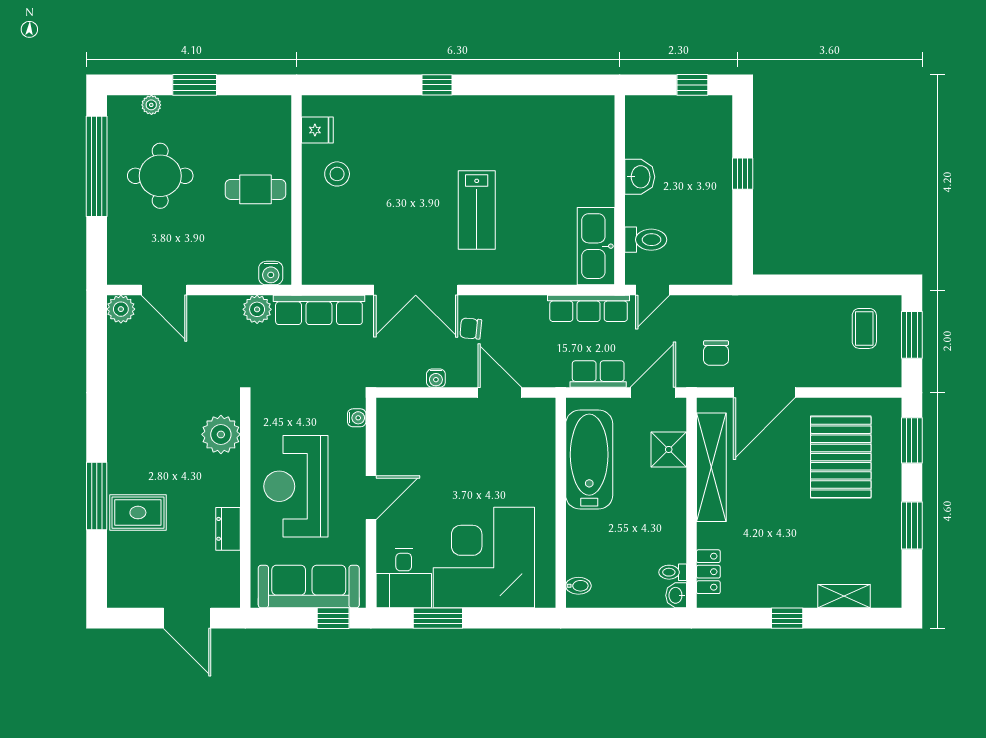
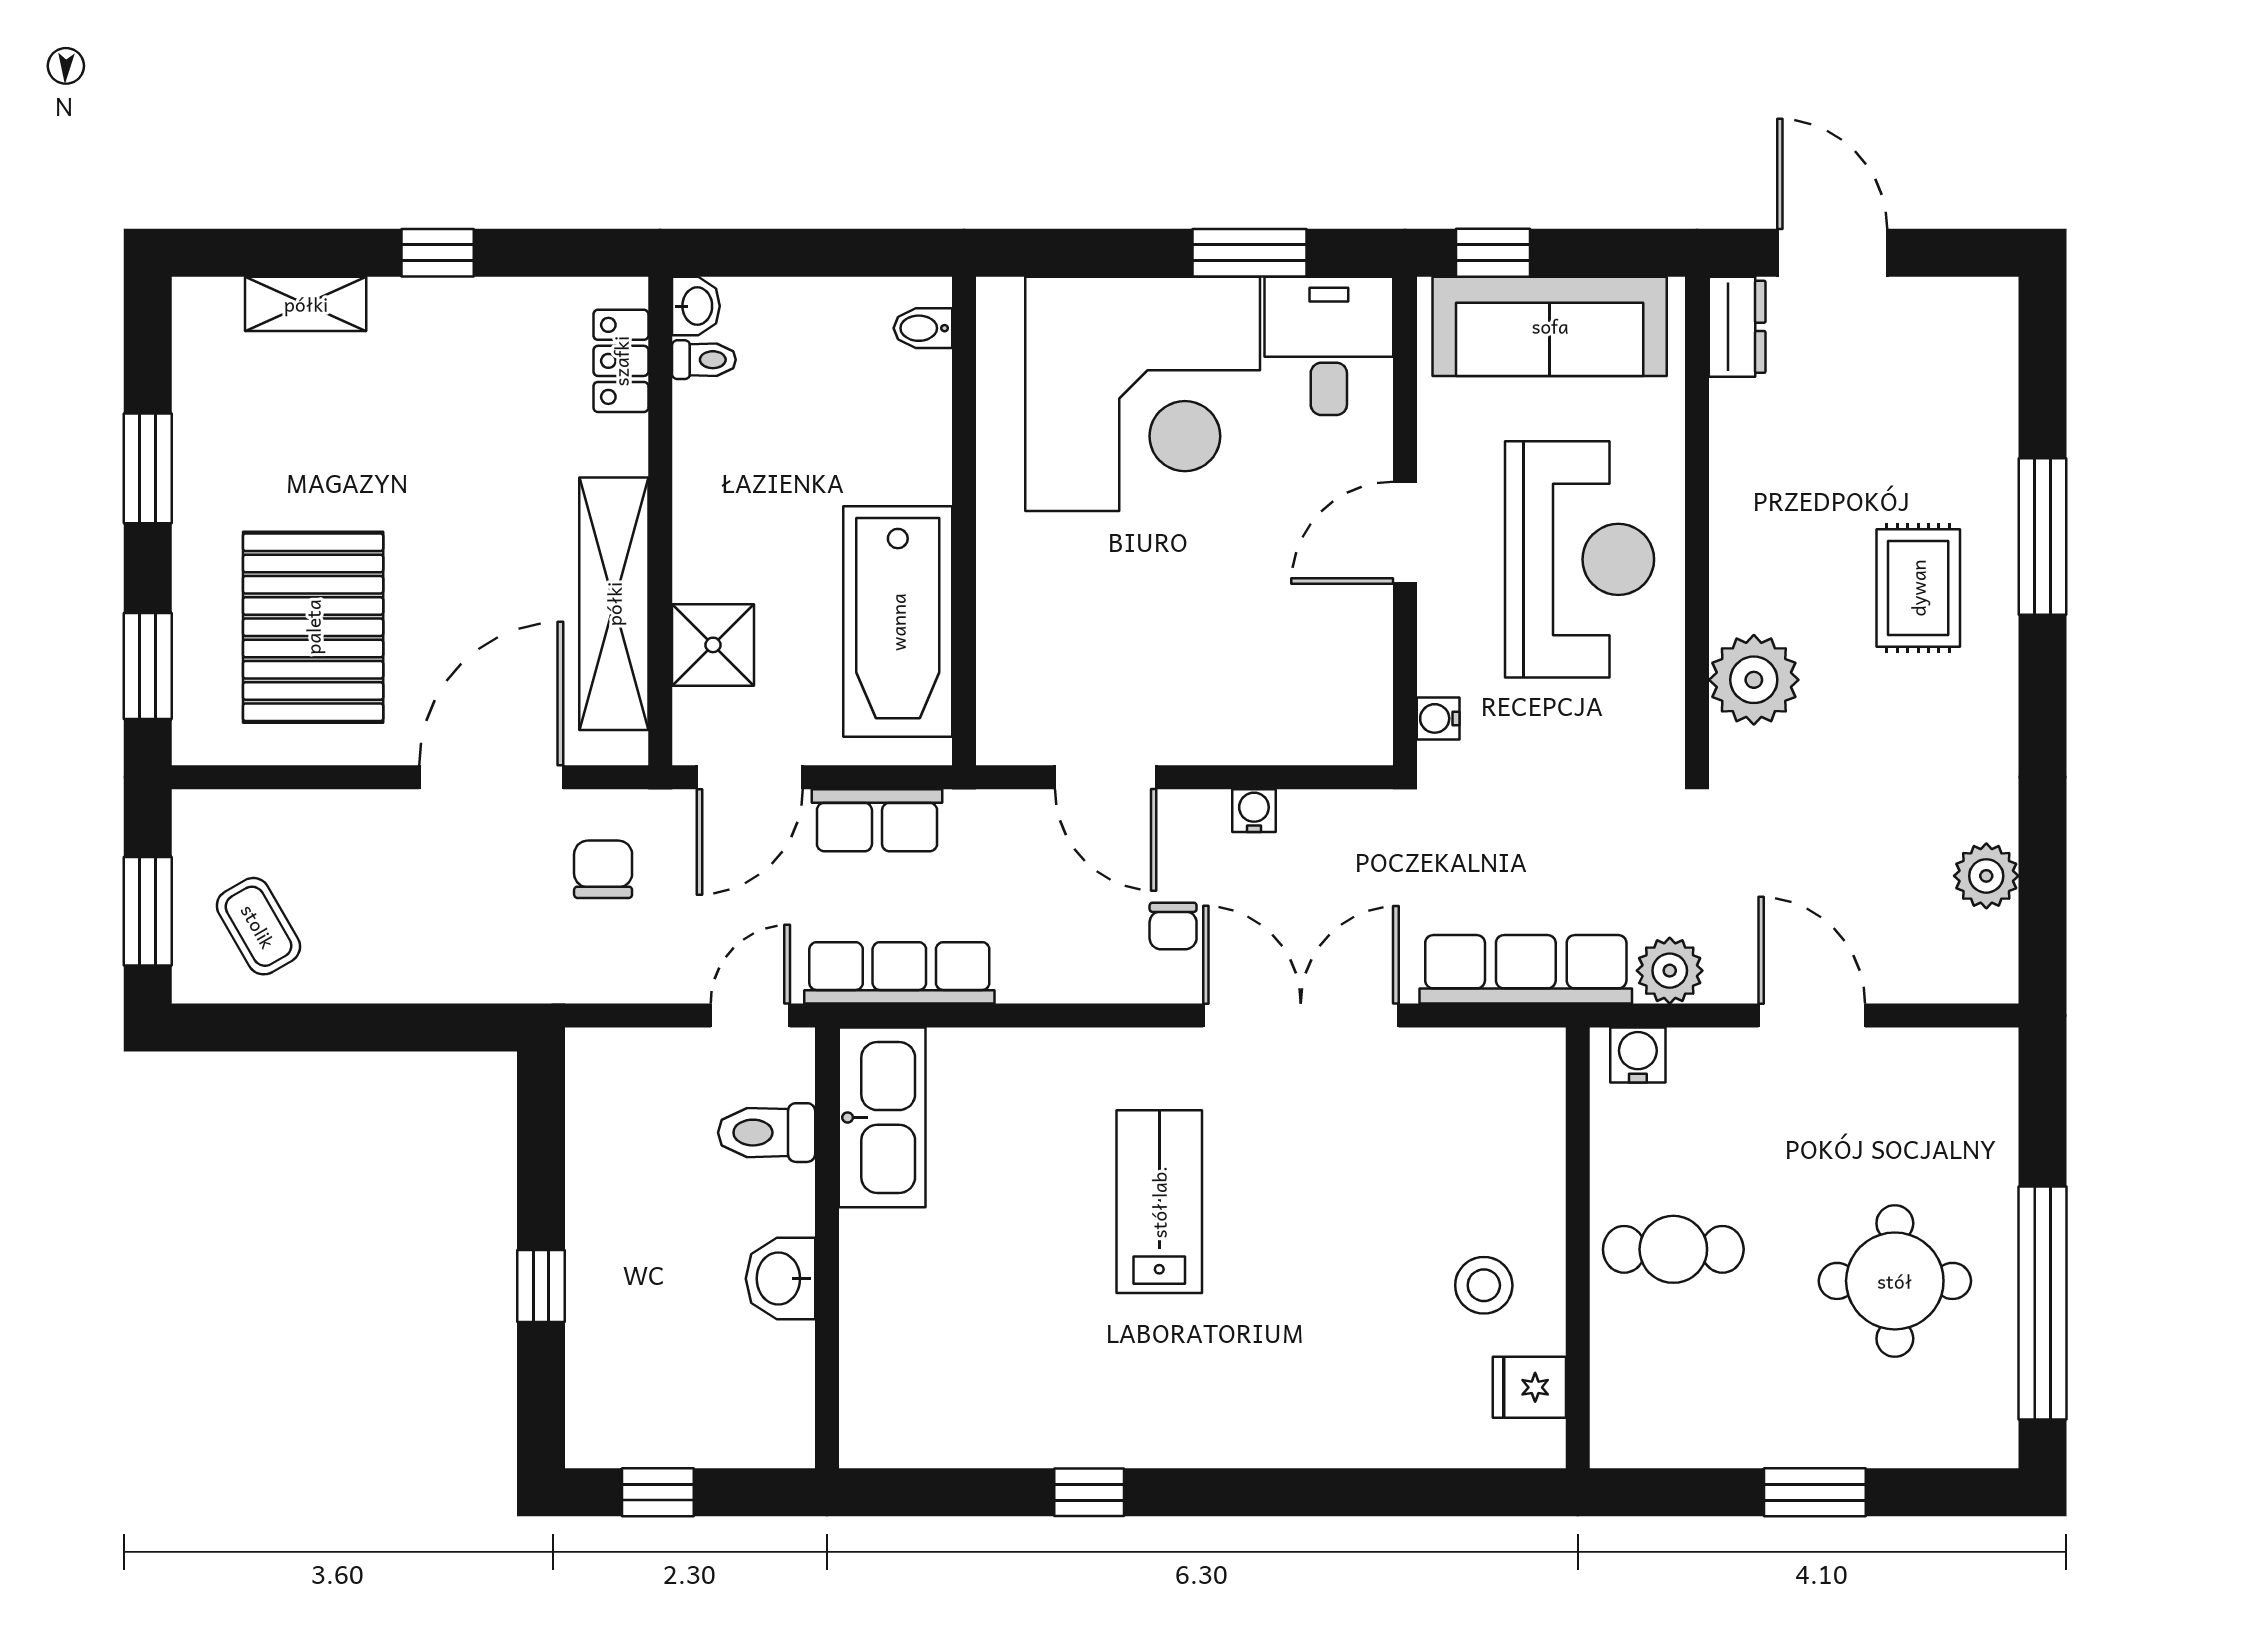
window: (437, 85) -> (1089, 1492), moved
plant: (151, 105) -> (1916, 1446), removed
door: (164, 290) -> (1812, 1016), moved
plant: (121, 309) -> (1986, 876), moved
coffee table: (864, 328) -> (258, 926), turned -30
chair: (471, 329) -> (1173, 926), turned 85
rug: (138, 513) -> (1918, 588), moved, turned 90
dresser: (228, 529) -> (1737, 327), moved

